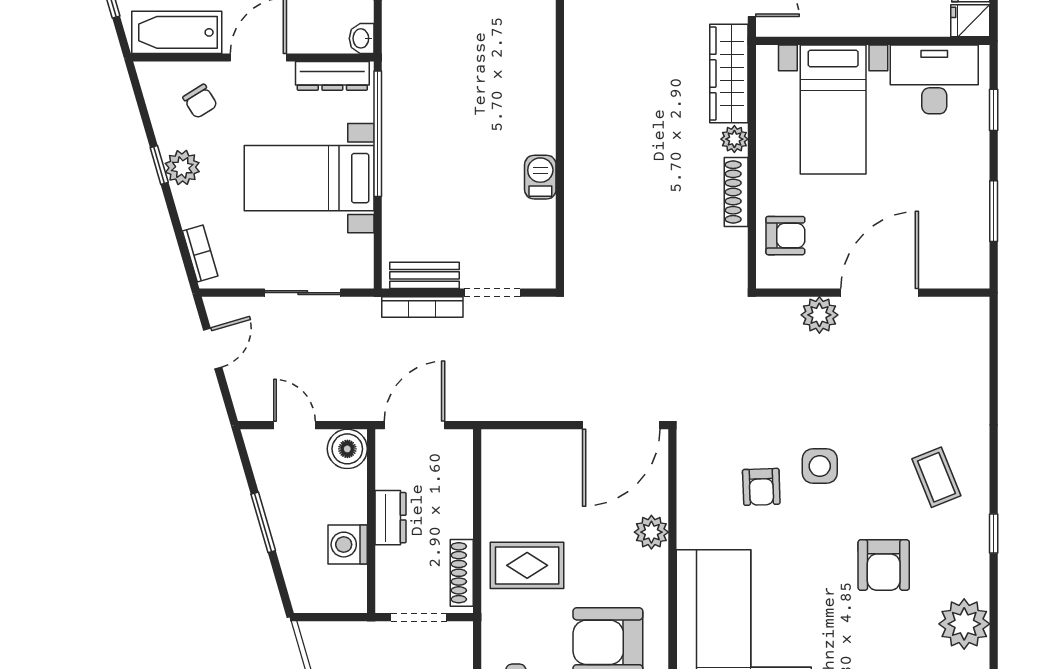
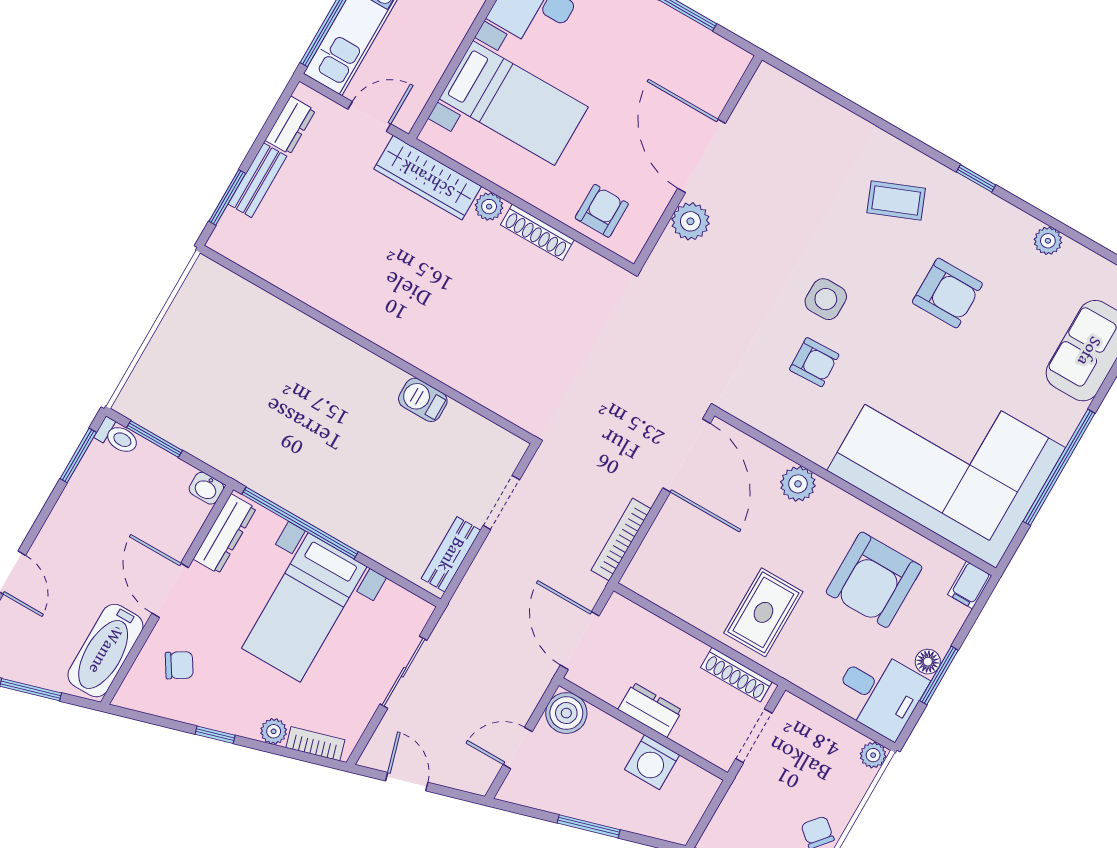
plant: (182, 168) -> (274, 731), moved, width x0.73, depth x0.73
bookcase: (422, 307) -> (621, 539), moved, turned 180
plant: (964, 624) -> (1048, 241), width x0.53, depth x0.53

